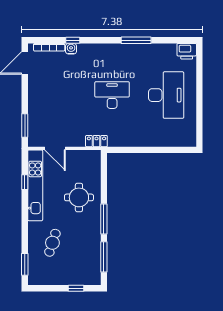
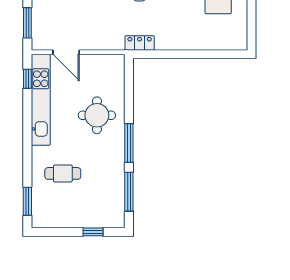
locker: (96, 141) -> (140, 43), moved
window: (25, 182) -> (27, 79), moved
cafe table: (52, 243) -> (63, 173), turned 72

